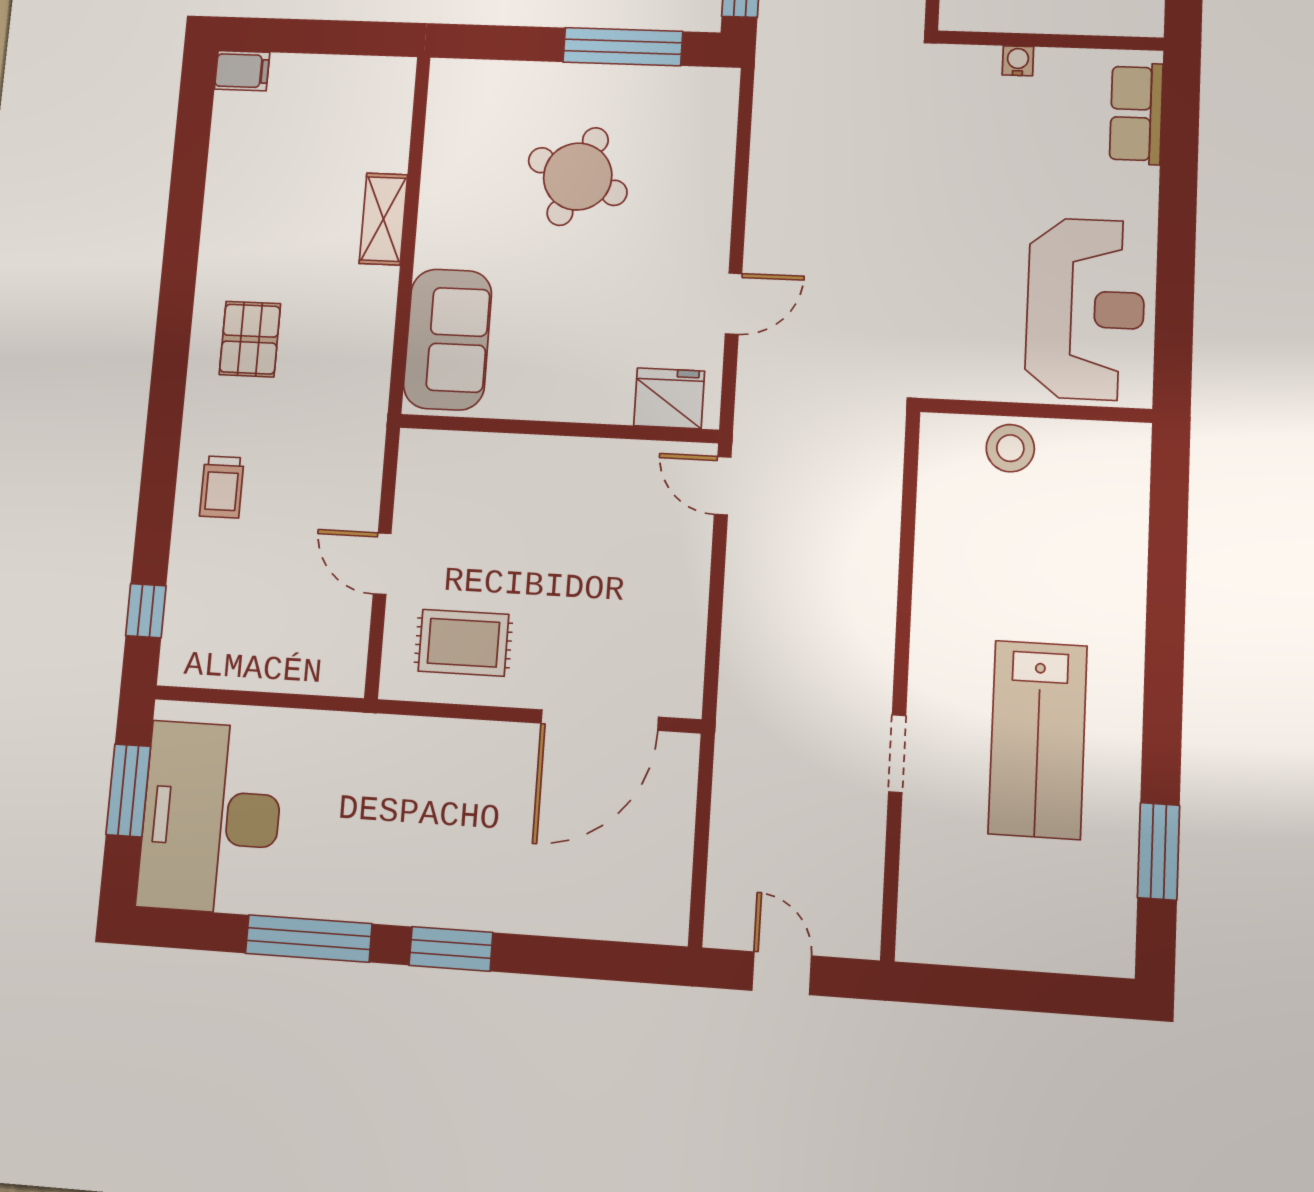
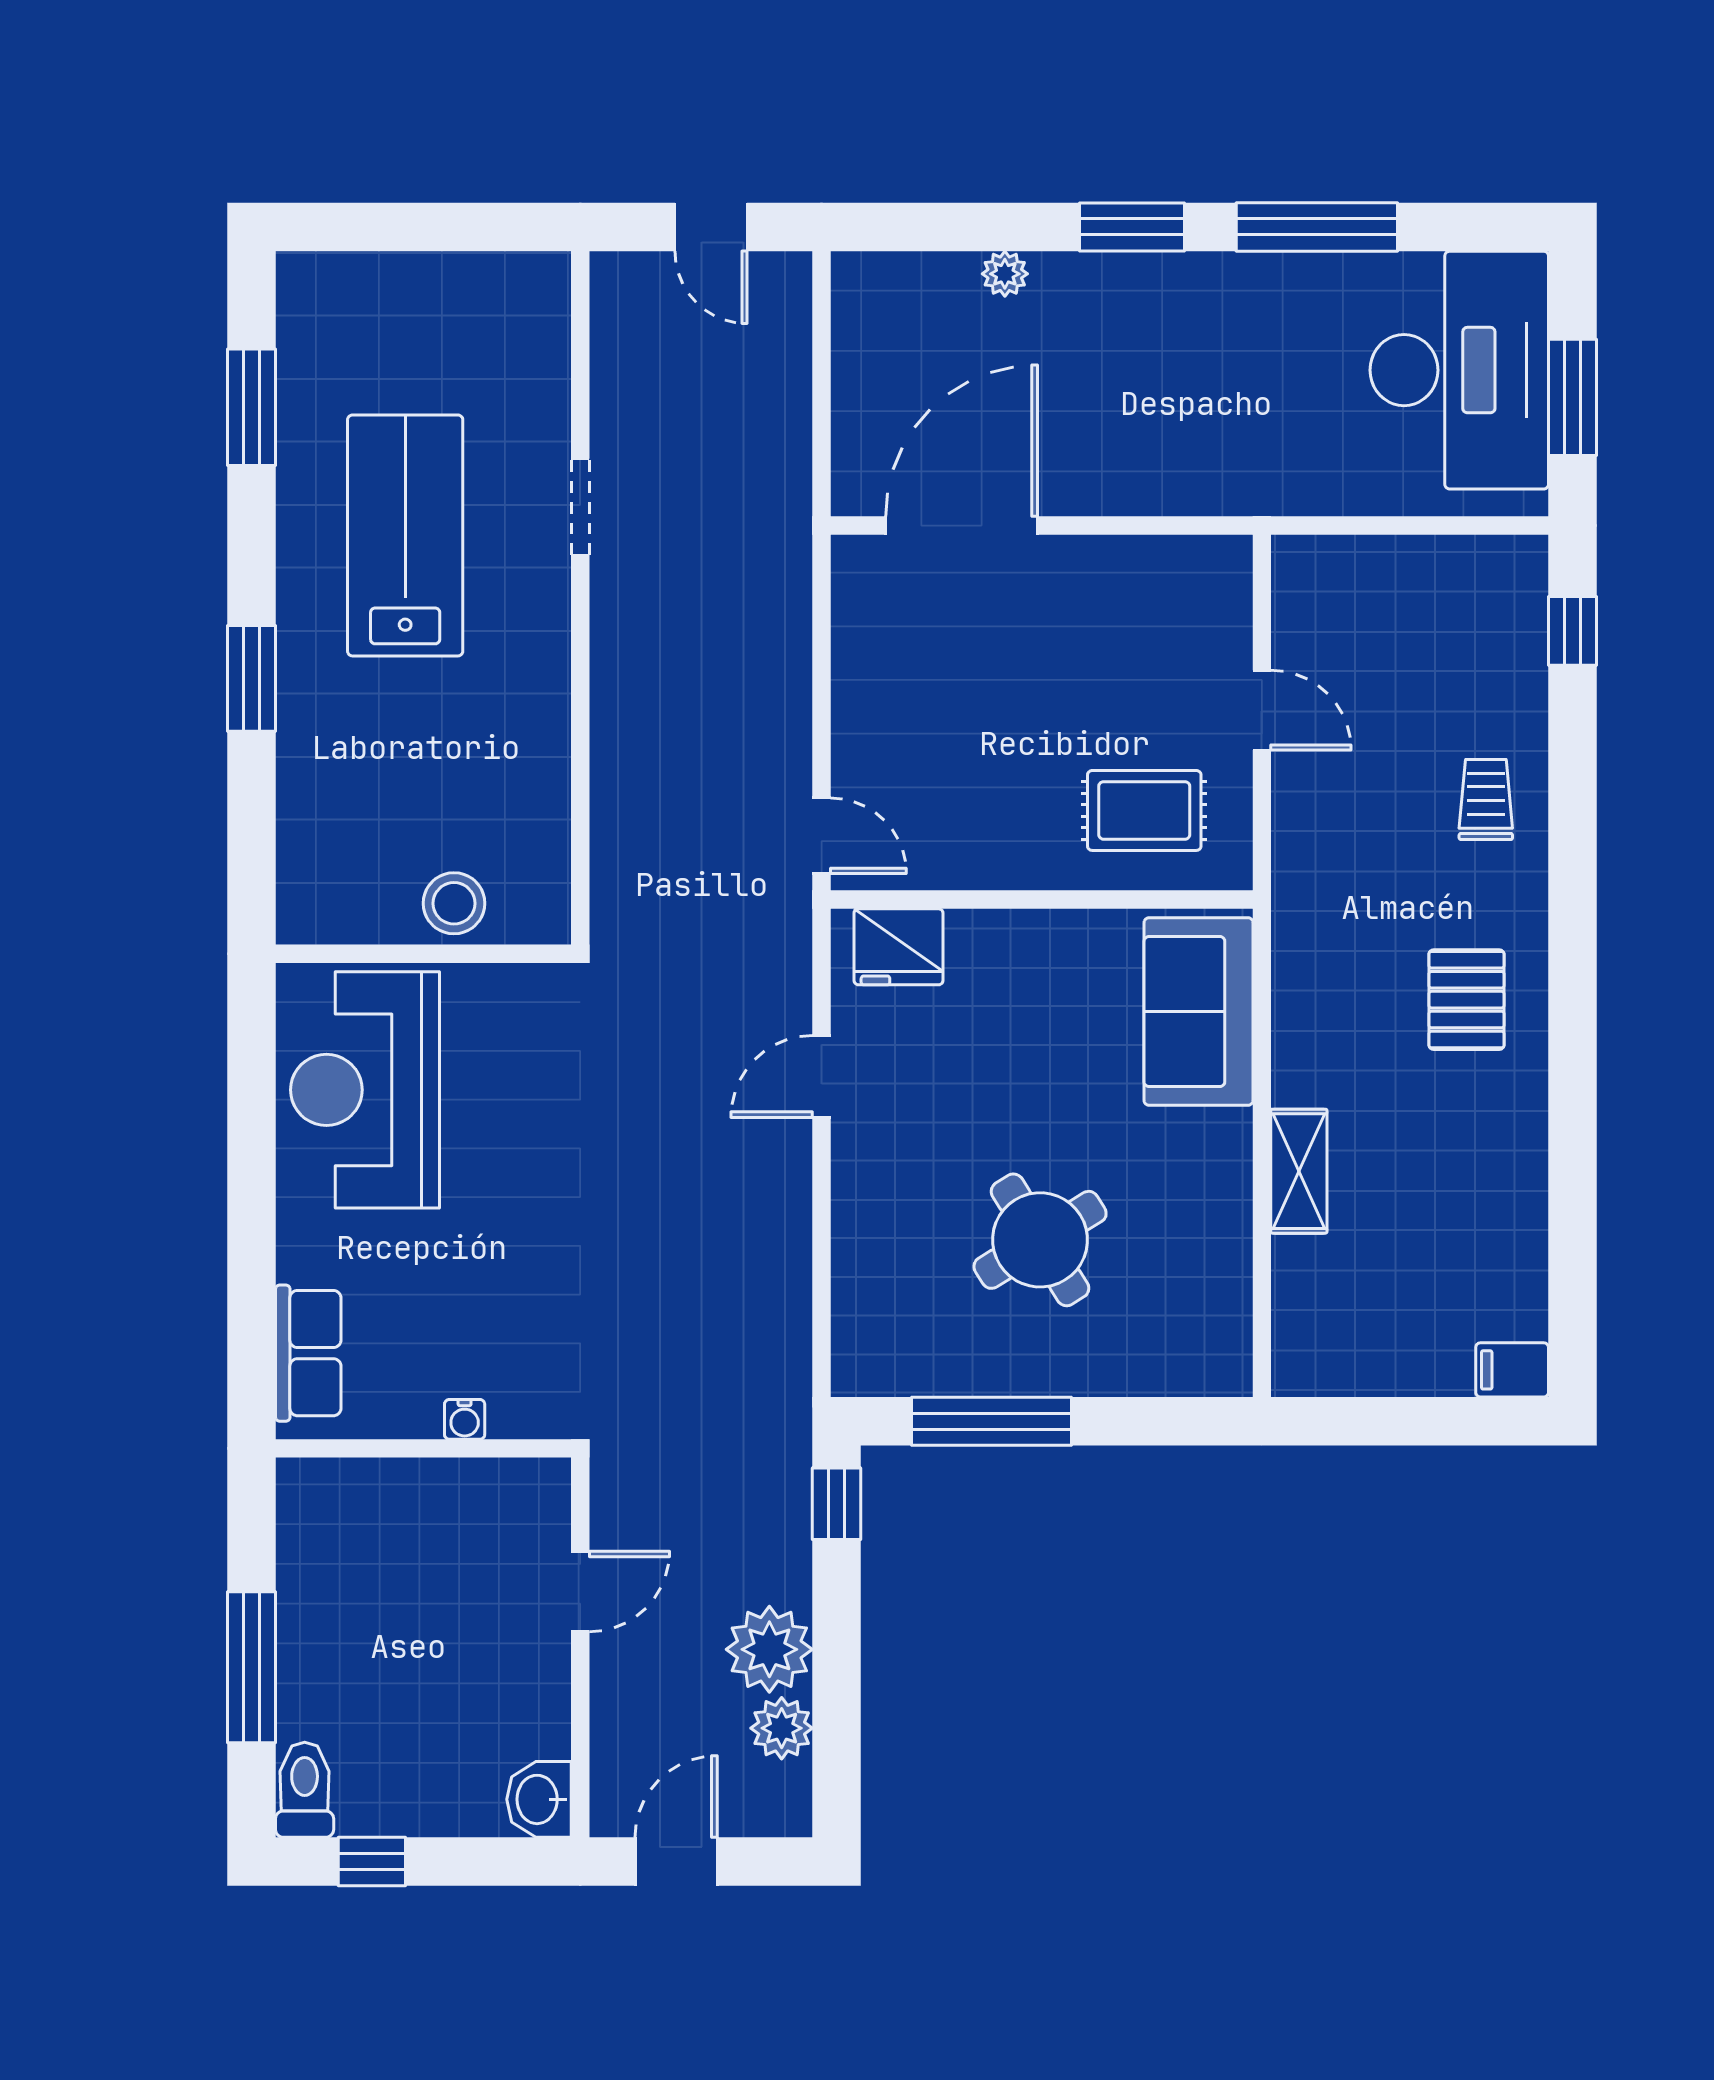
round table: (578, 176) -> (1040, 1240), turned 36
window: (1165, 633) -> (251, 678), added
rug: (463, 643) -> (1144, 810), moved
plant: (552, 918) -> (1005, 274), added

